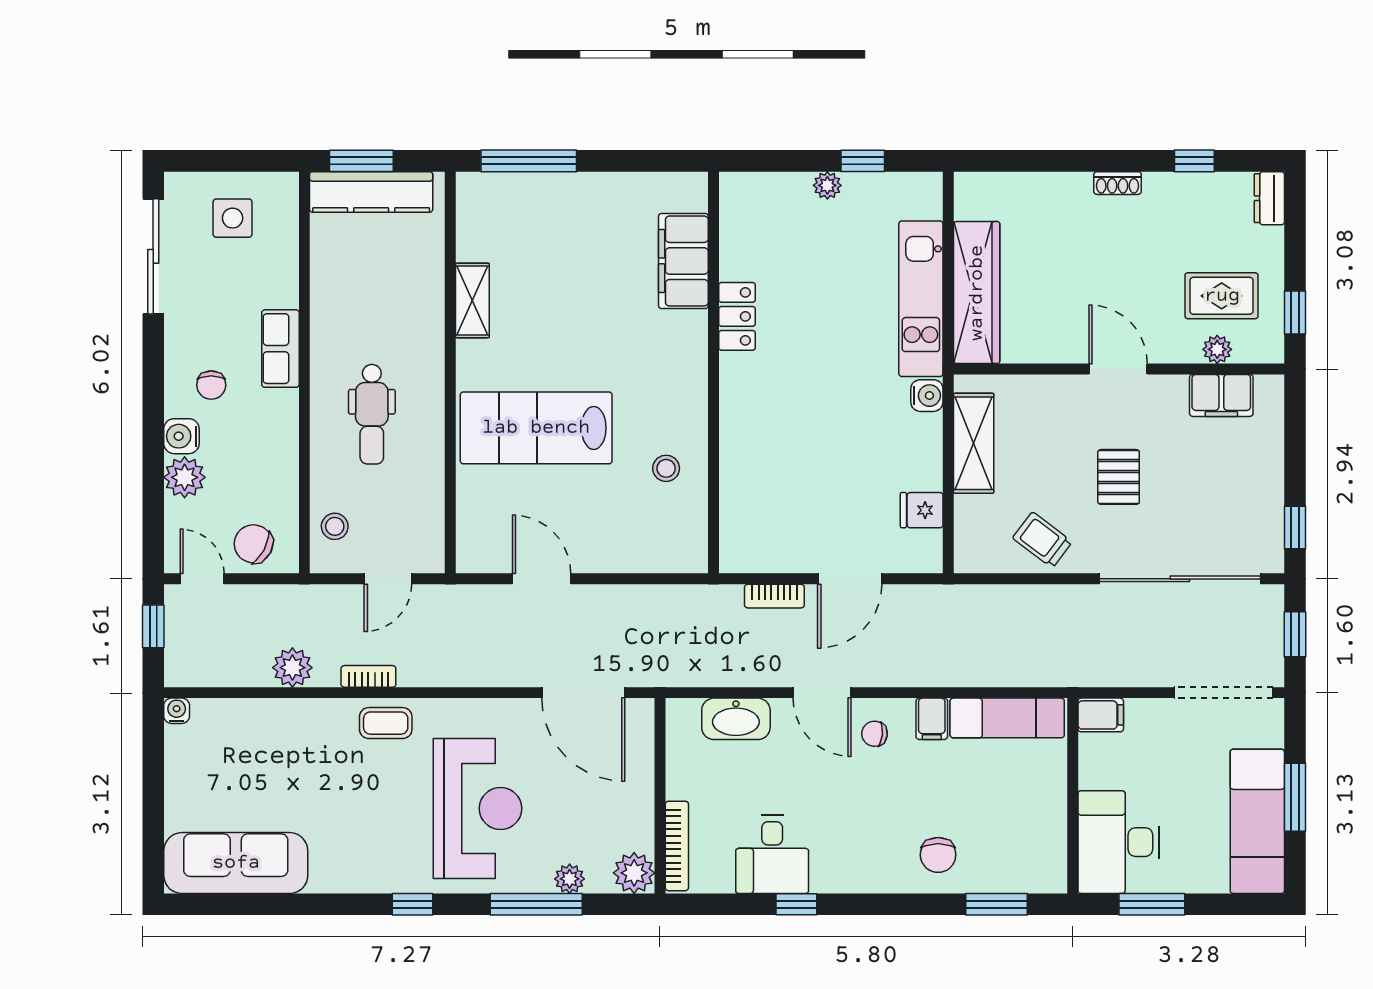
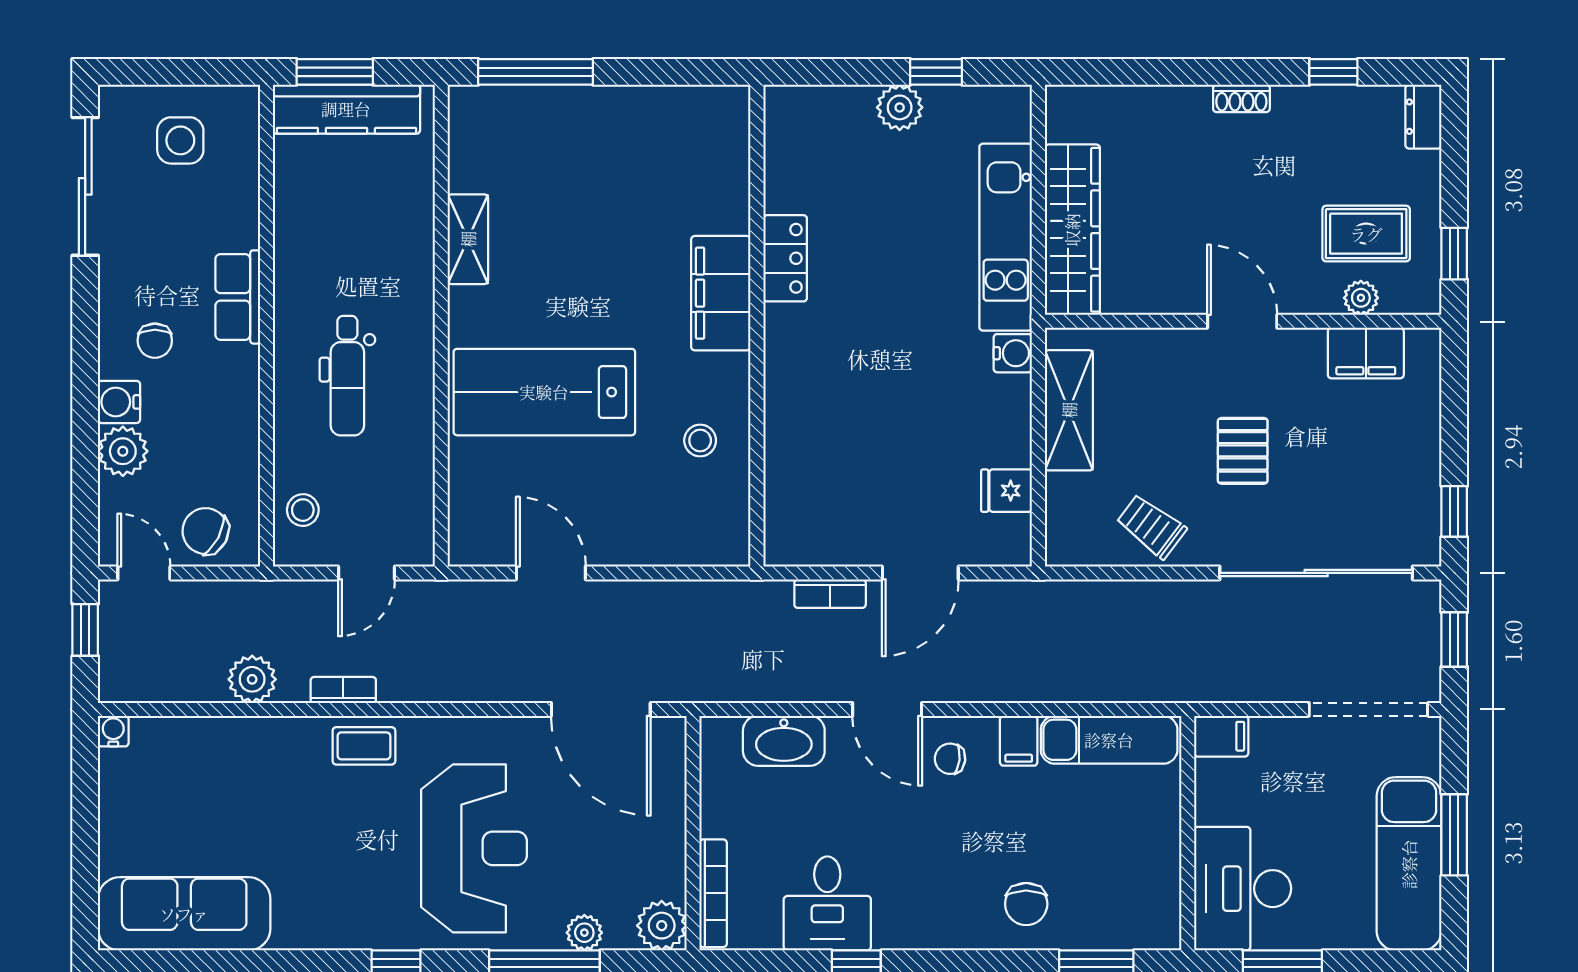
plant: (827, 185) -> (900, 107), width x1.38, depth x1.38
filing cabinet: (683, 261) -> (721, 293), moved

